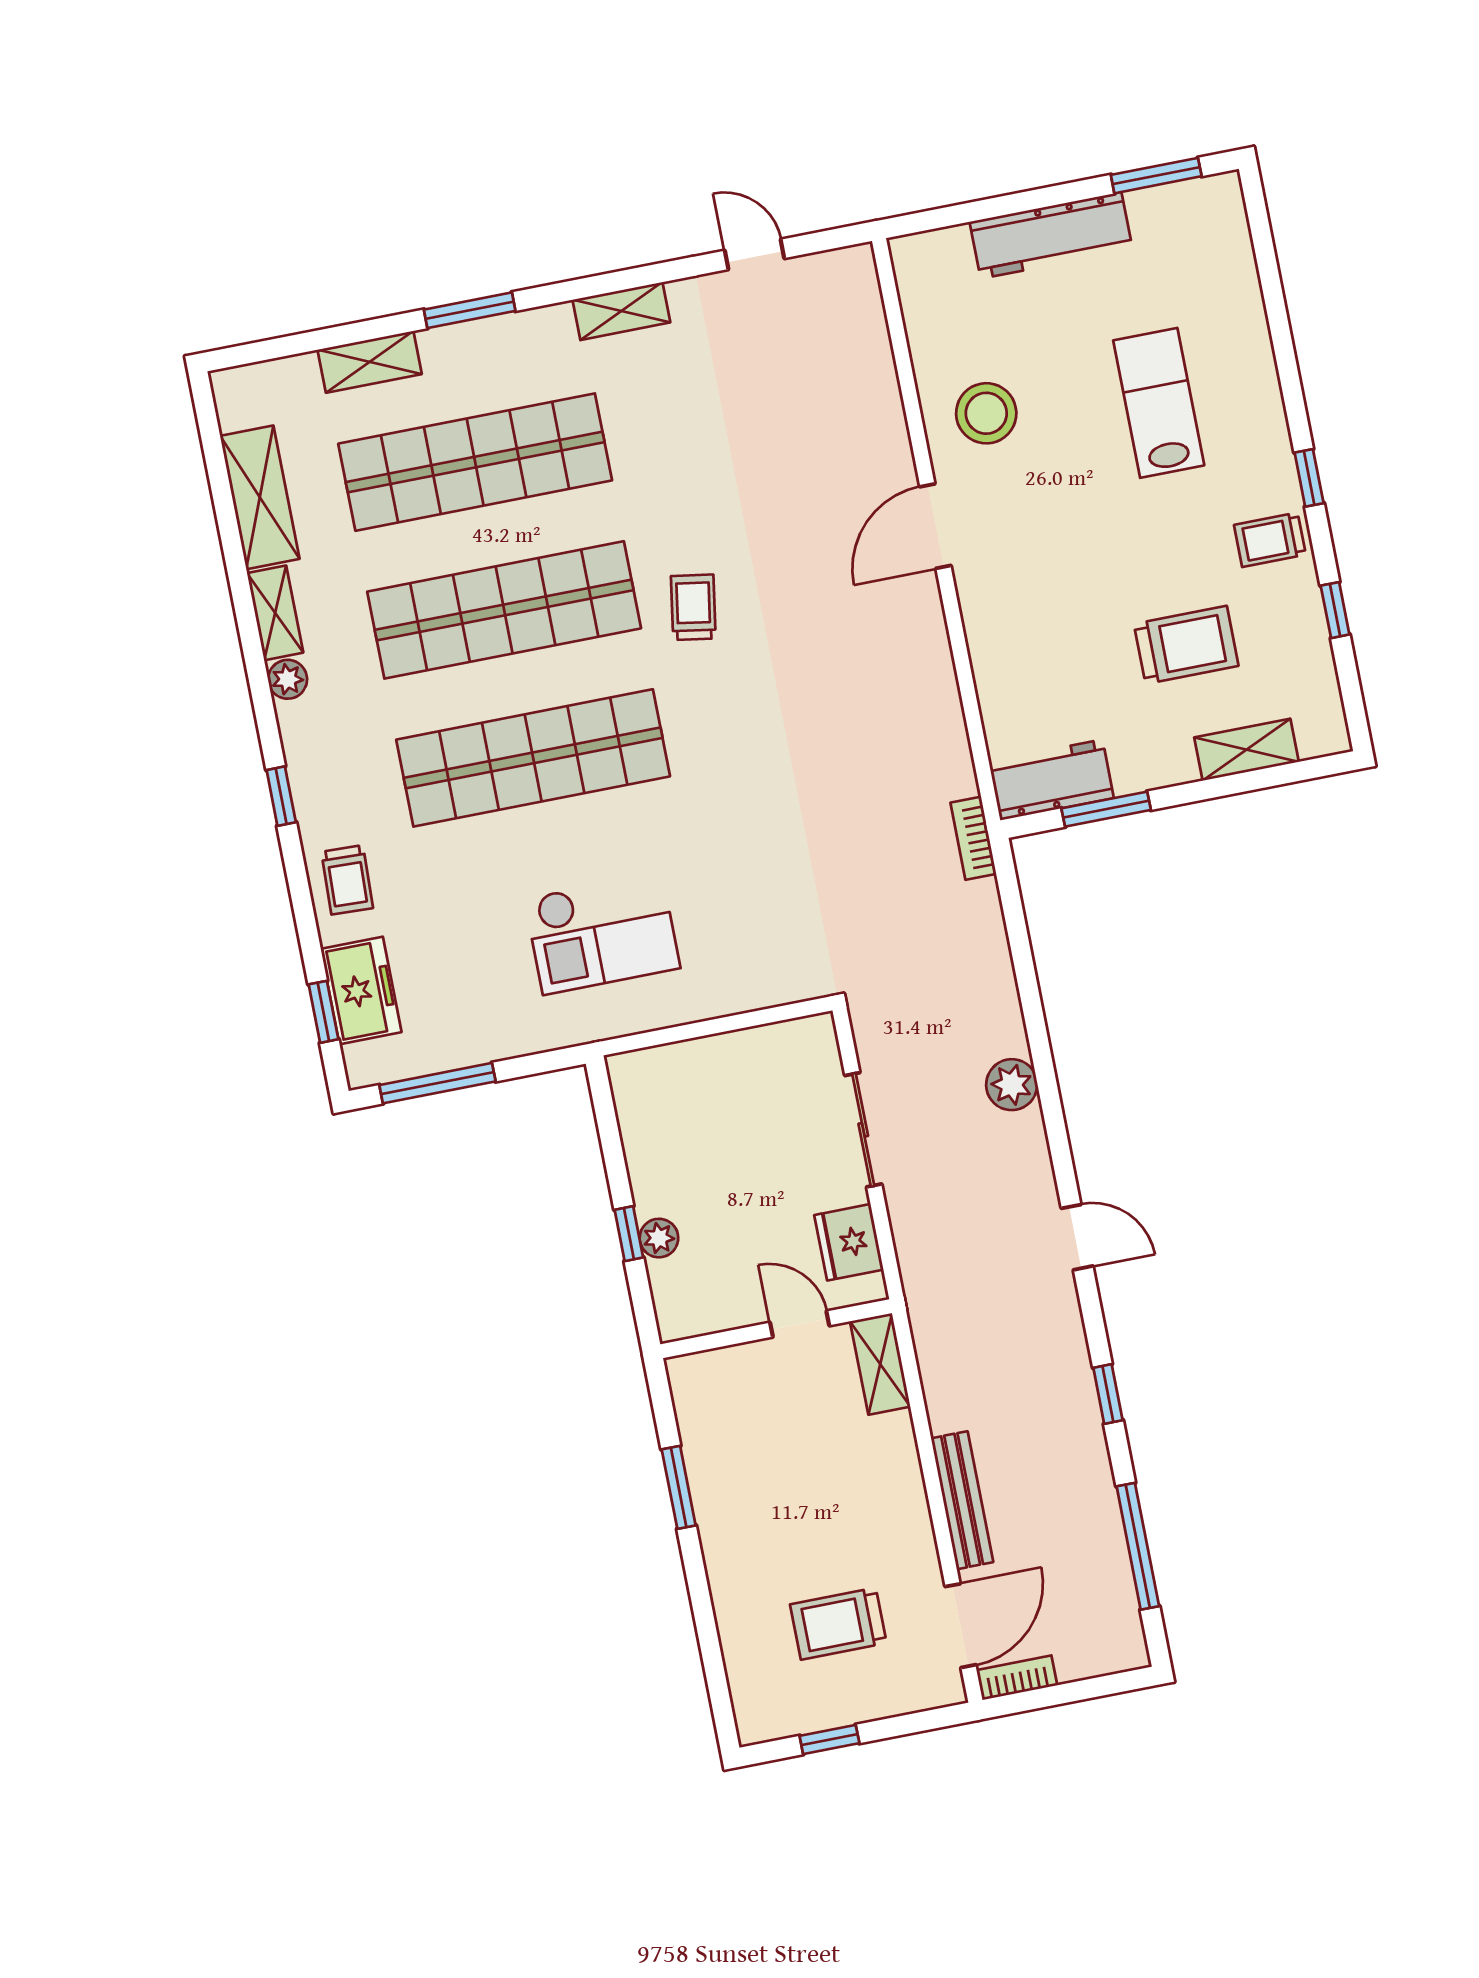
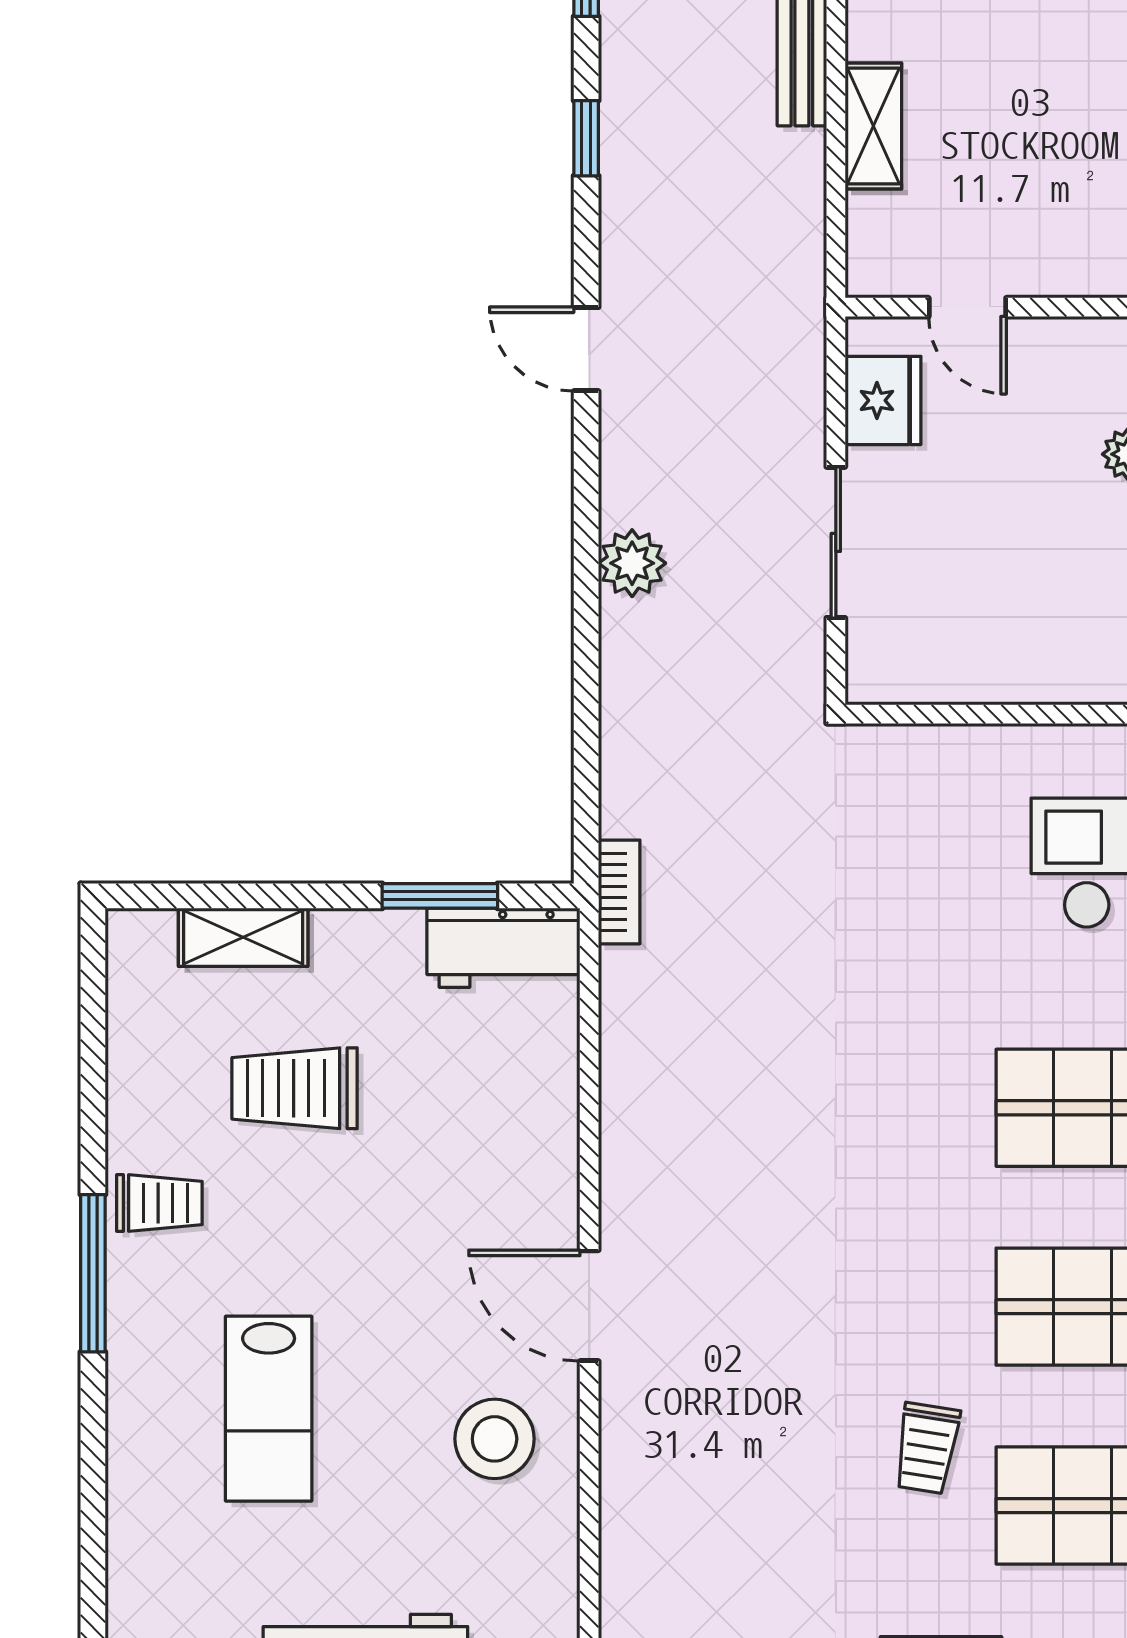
window: (1309, 478) -> (93, 1273), width x2.17
door: (935, 526) -> (589, 1306), swing flipped
trolley: (693, 607) -> (927, 1448), moved
window: (1335, 610) -> (93, 1096), removed
shelving: (880, 1364) -> (873, 126), moved

